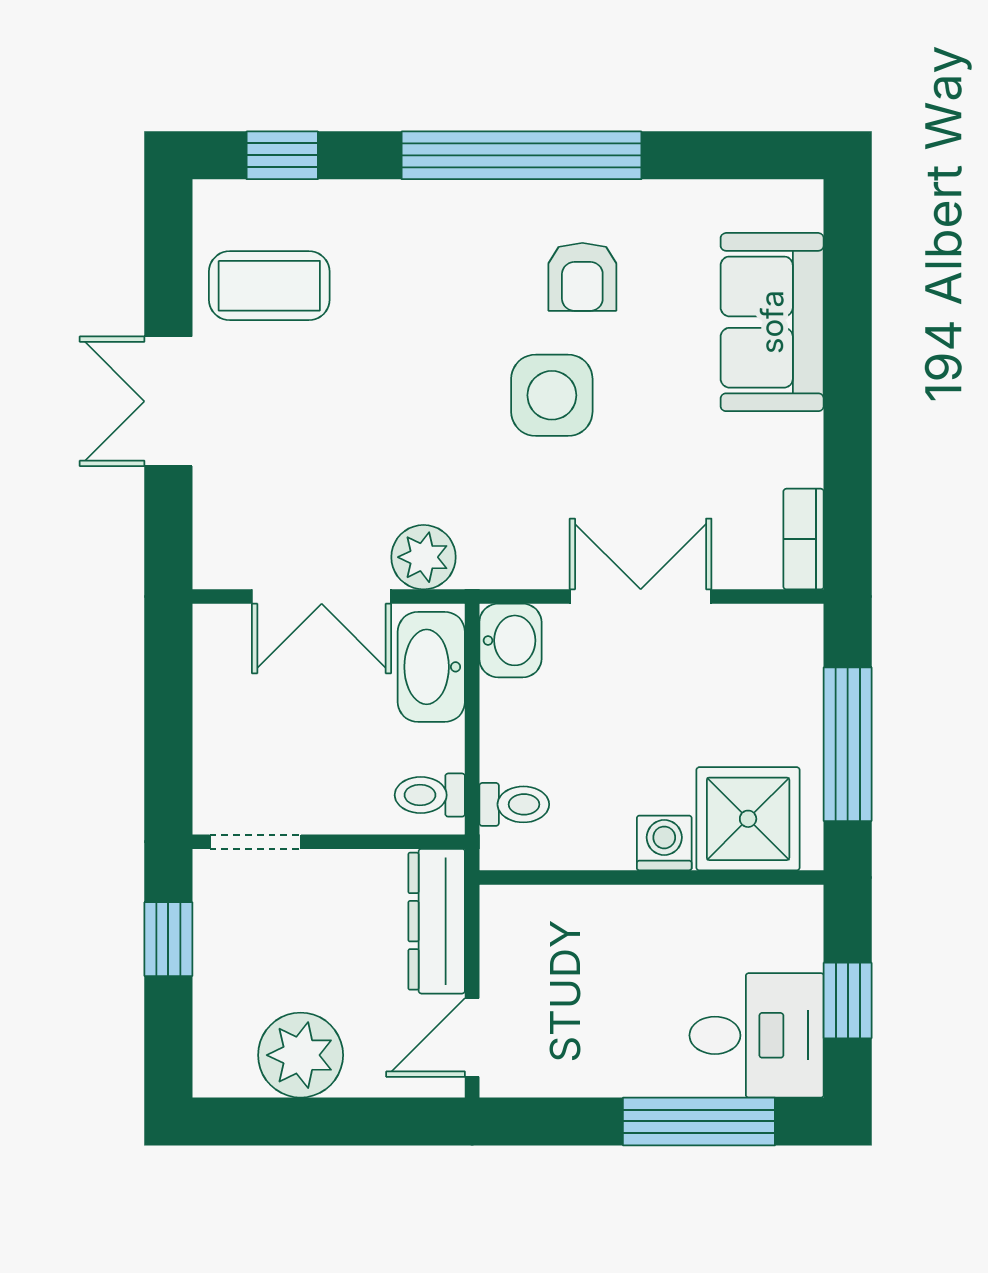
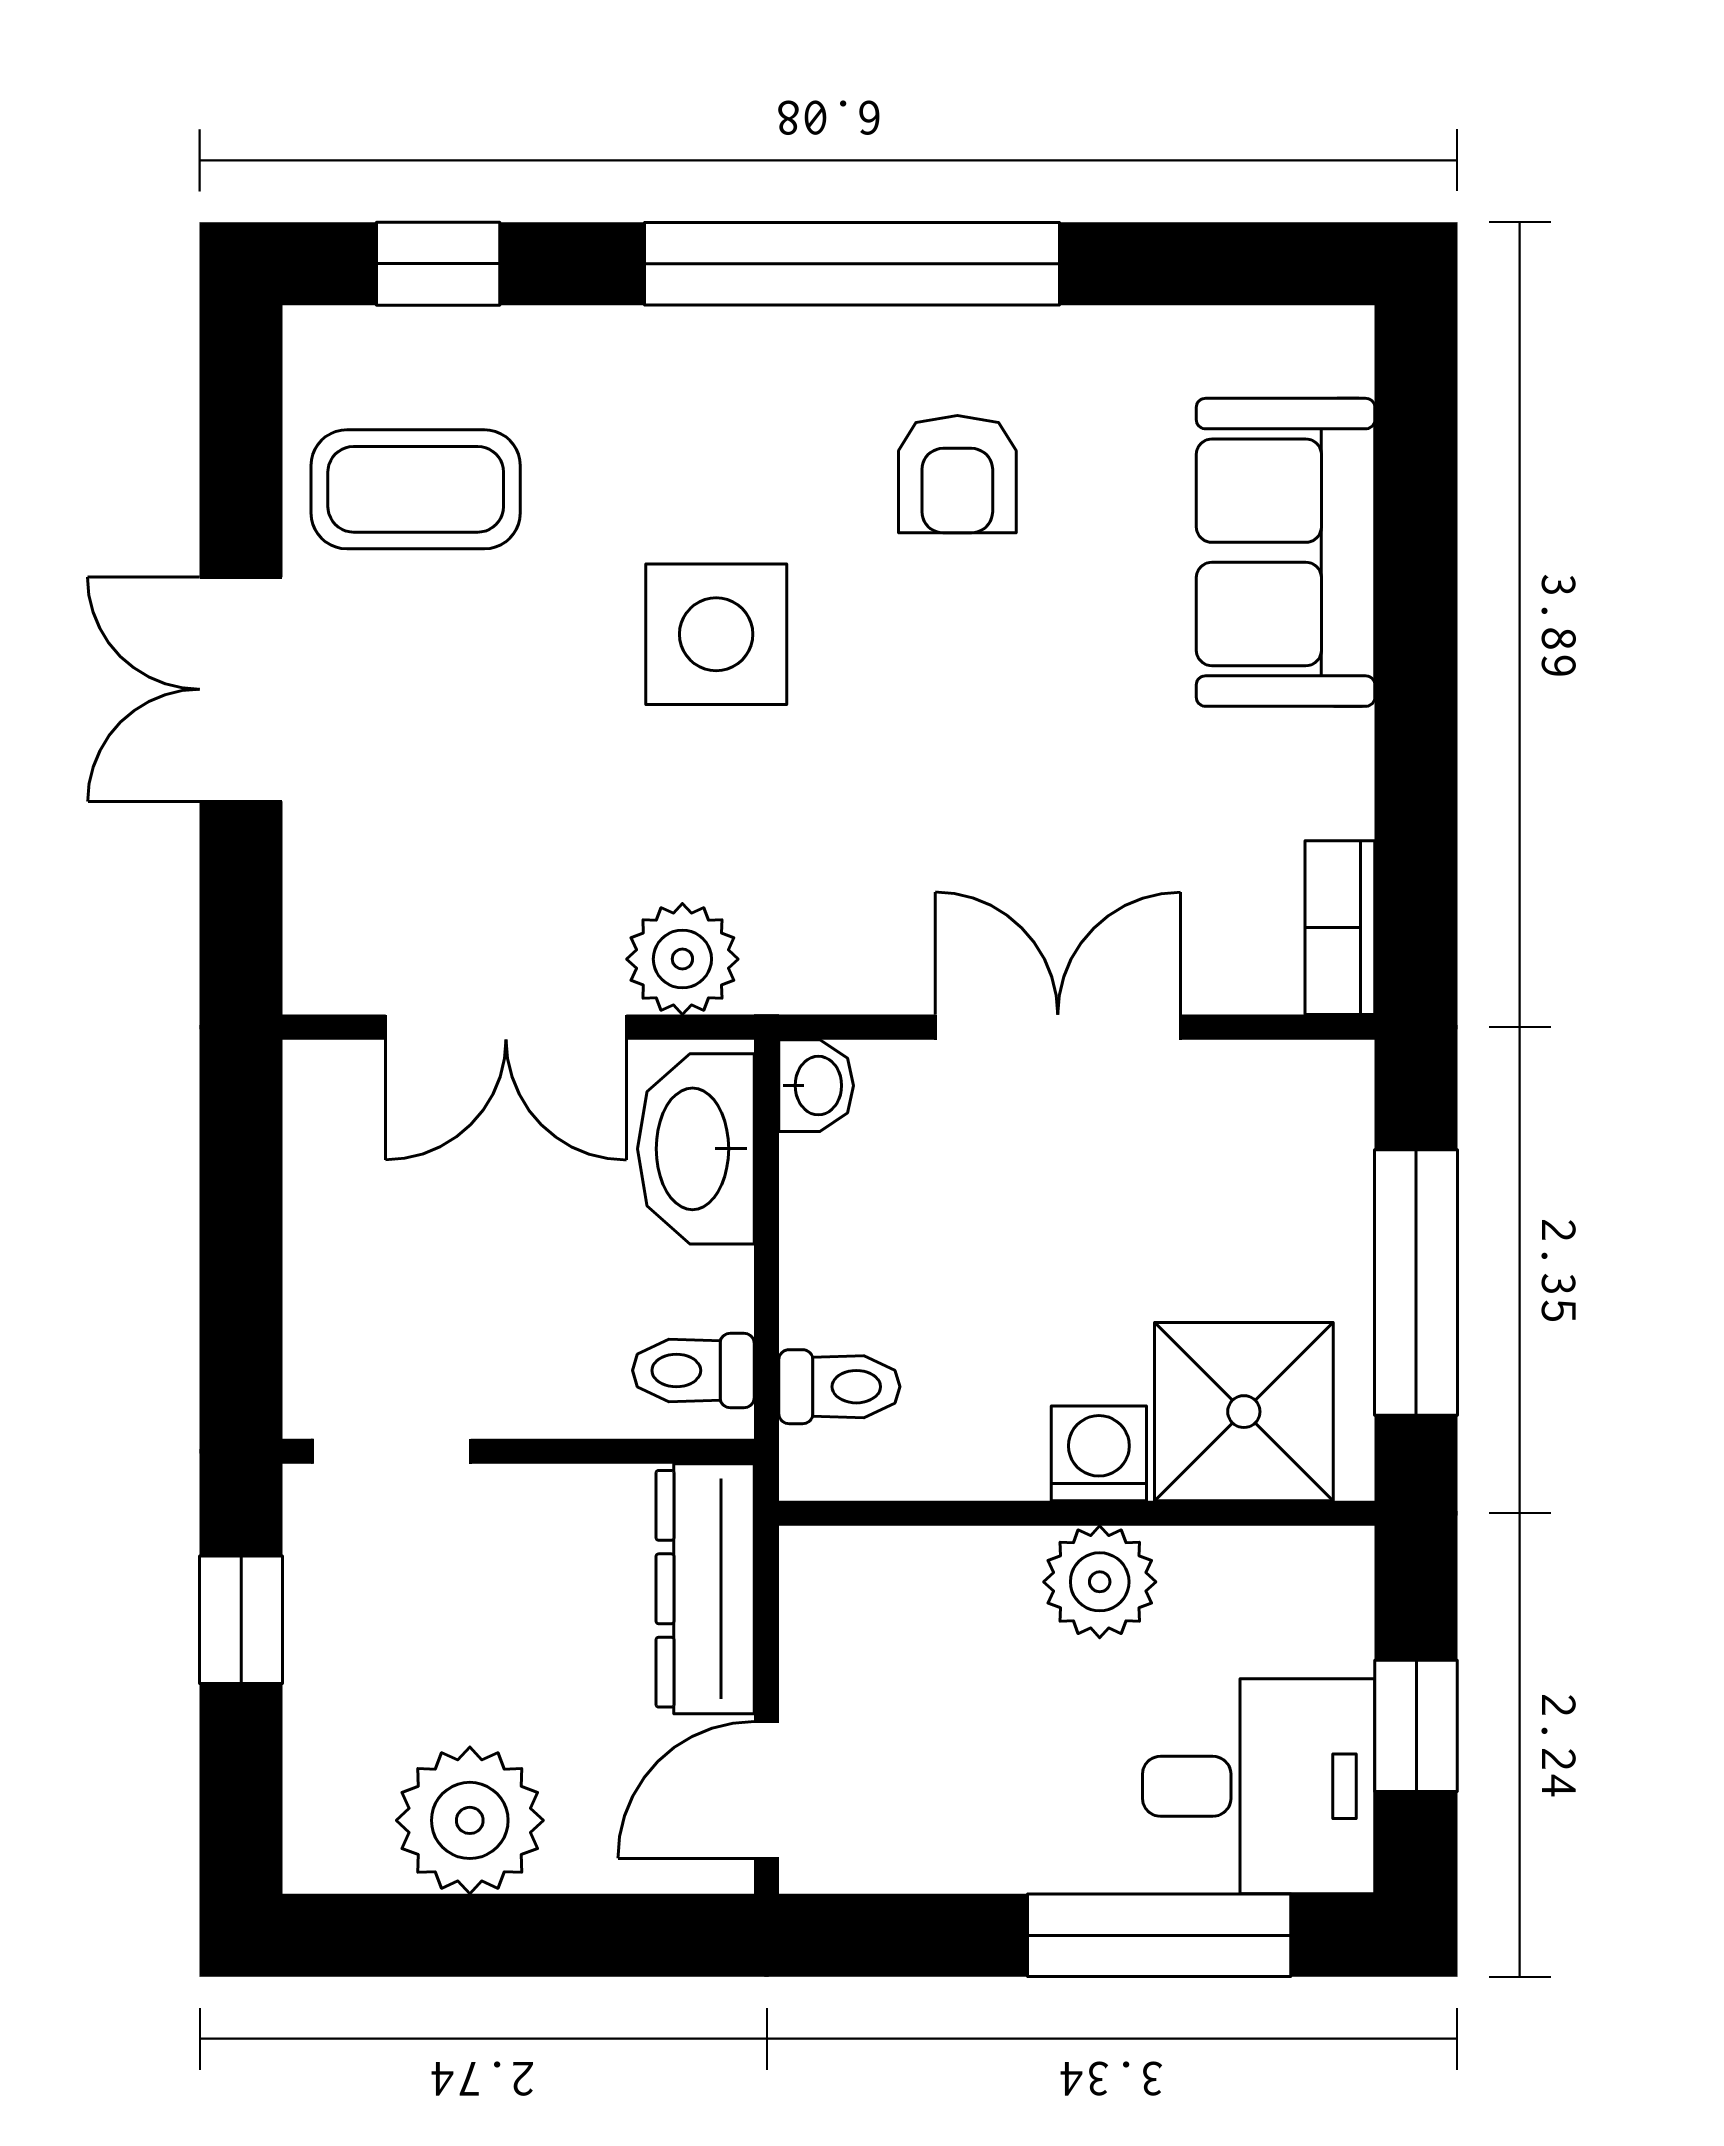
side table: (552, 395) -> (716, 634), moved
washbasin: (510, 640) -> (816, 1086), width x0.72, depth x0.69
plant: (665, 917) -> (1100, 1582), added

